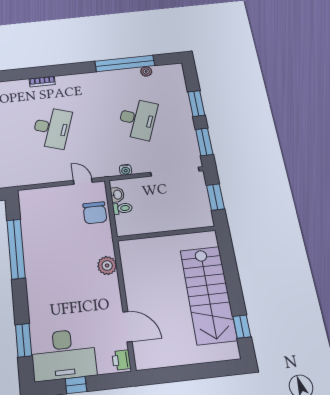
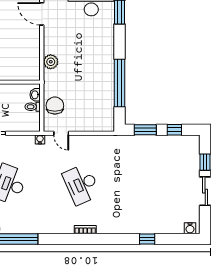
desk: (52, 128) -> (81, 184), turned -42
water cooler: (126, 170) -> (40, 139), moved
washbasin: (117, 195) -> (35, 95), moved

